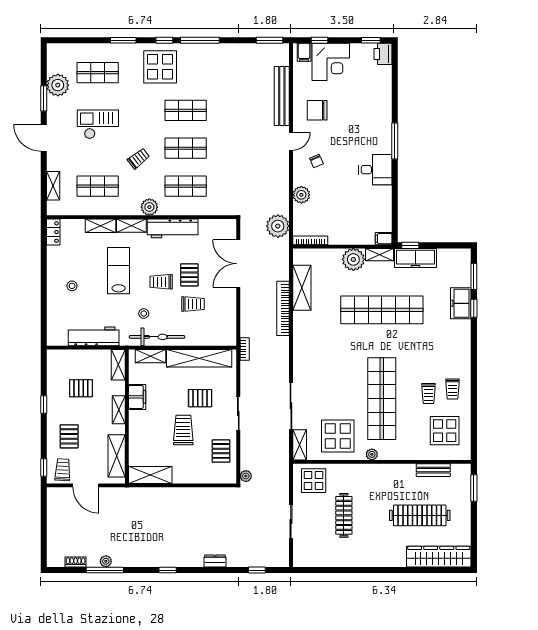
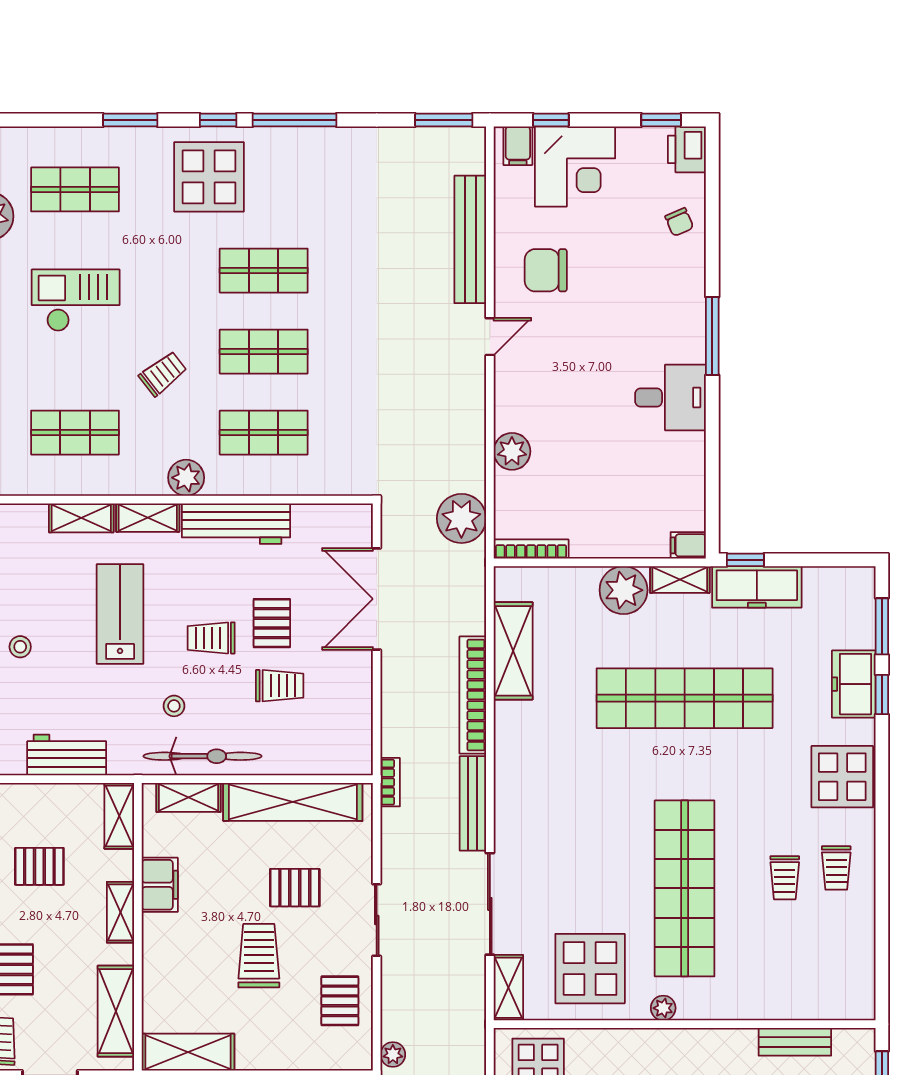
chair: (316, 161) -> (679, 222), moved
workbench: (94, 336) -> (67, 755), width x0.73
bench: (283, 359) -> (473, 803), added
display table: (445, 431) -> (842, 777), moved

